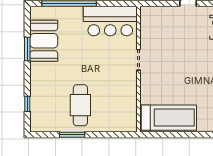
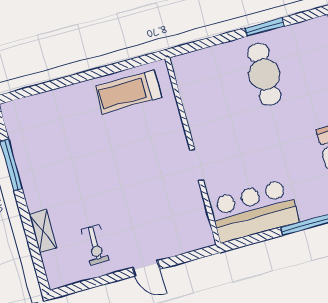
treadmill: (169, 118) -> (128, 92), width x0.73, depth x0.73

